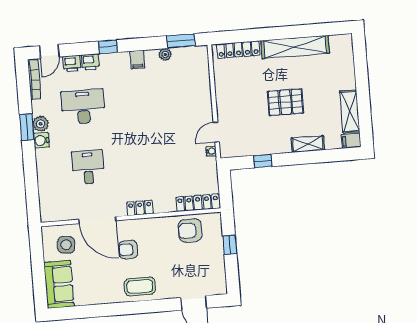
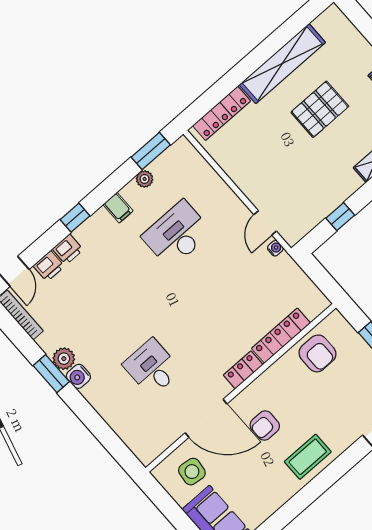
pallet: (285, 102) -> (320, 109), moved
desk: (83, 107) -> (177, 234), moved
locker: (198, 203) -> (281, 336), moved
armchair: (190, 231) -> (317, 353), turned -90

